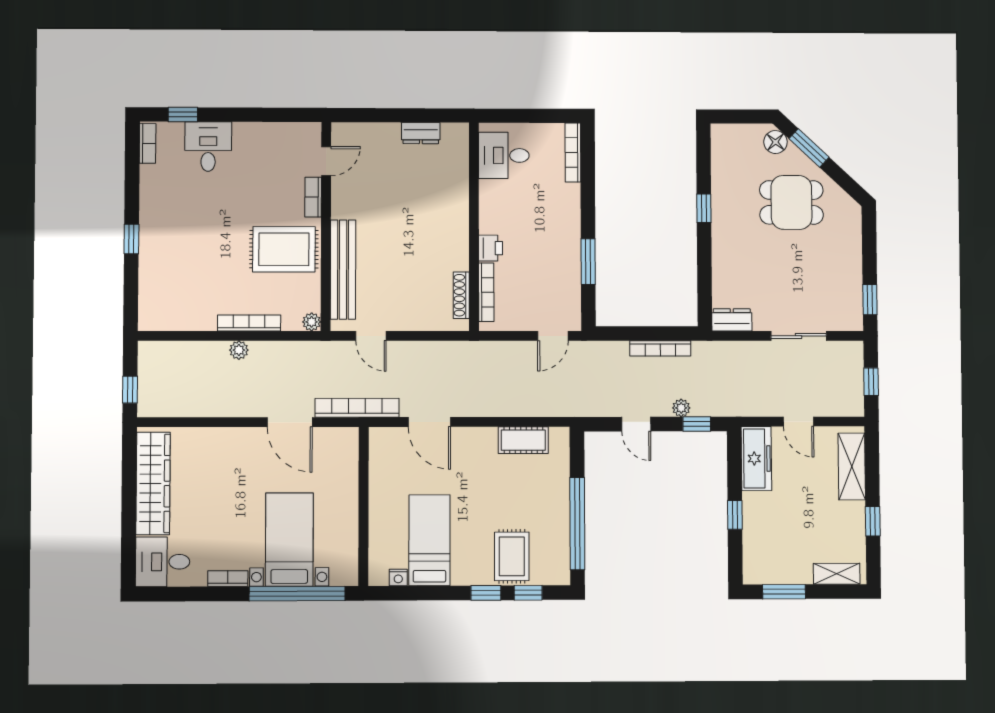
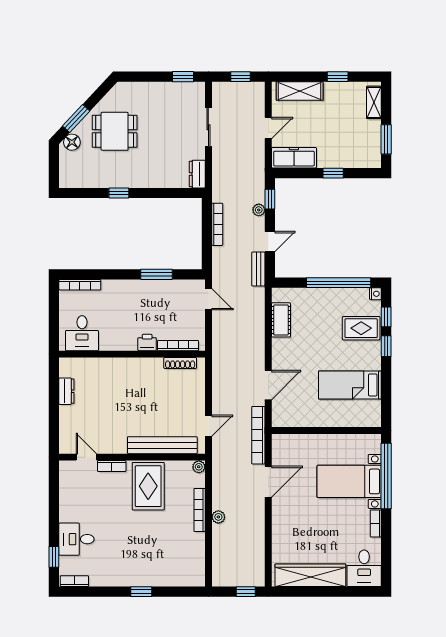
dining table: (791, 202) -> (115, 131), turned 90
bench: (596, 408) -> (258, 269), added
nightstand: (398, 578) -> (375, 294), moved

